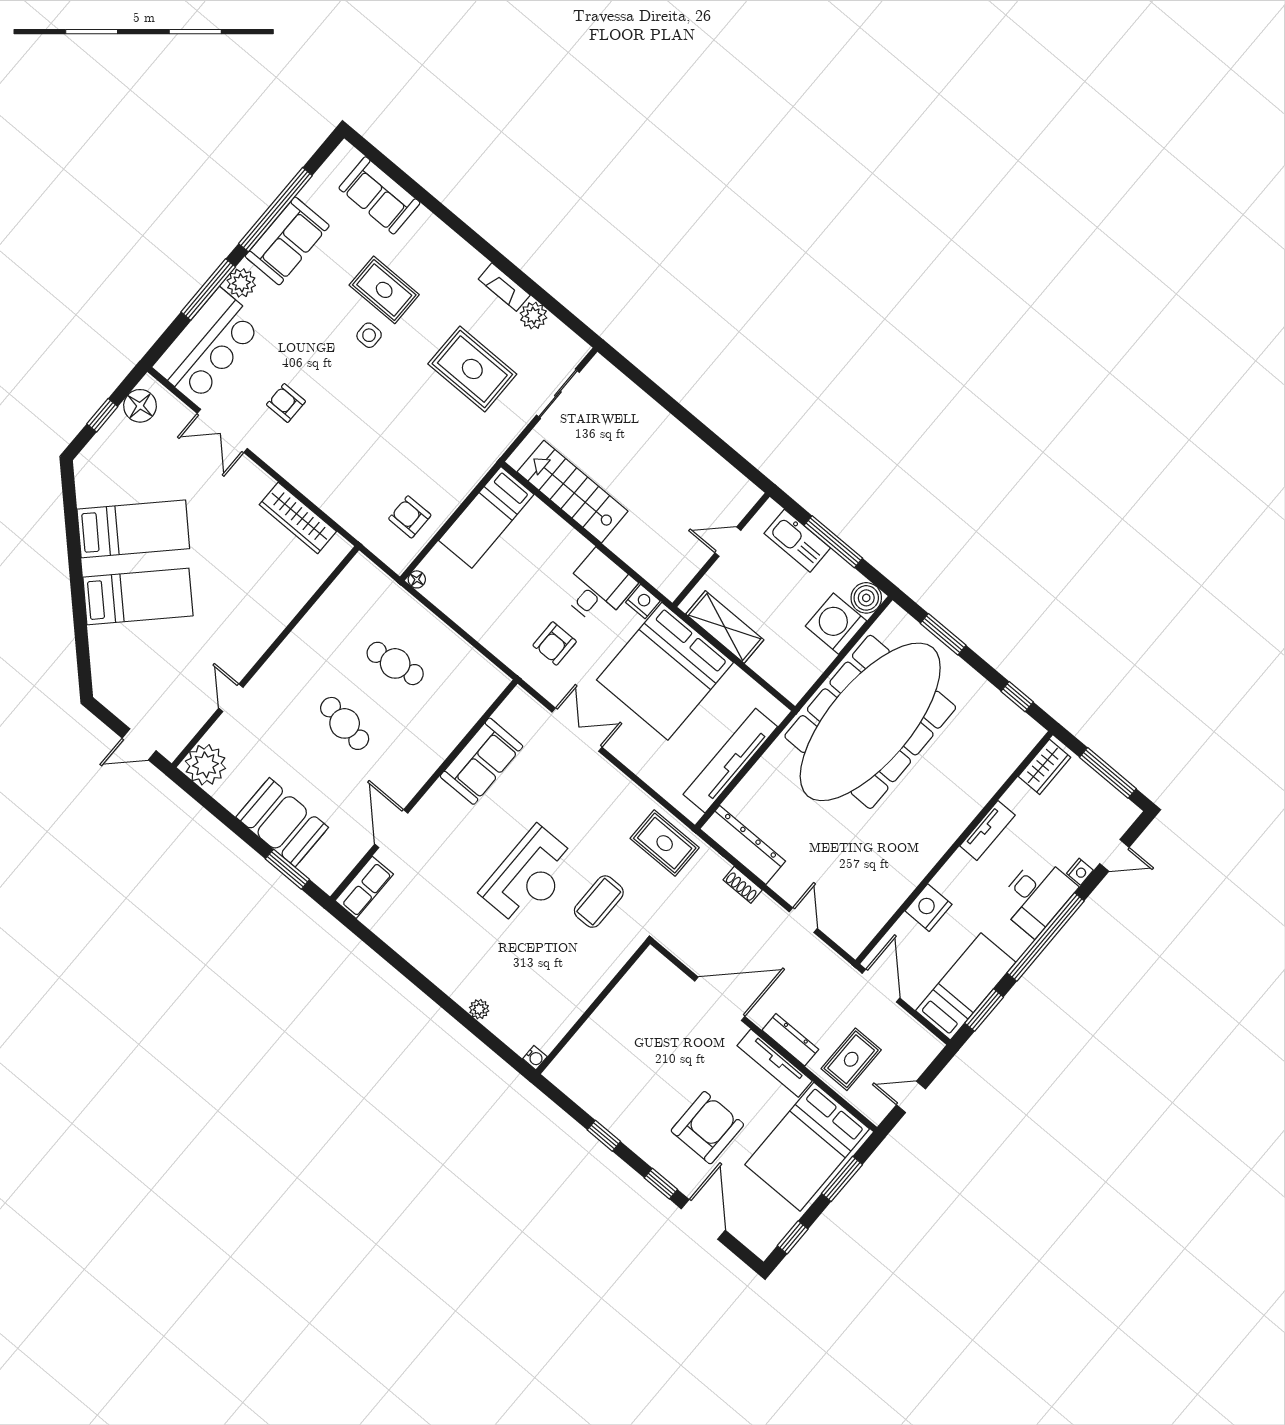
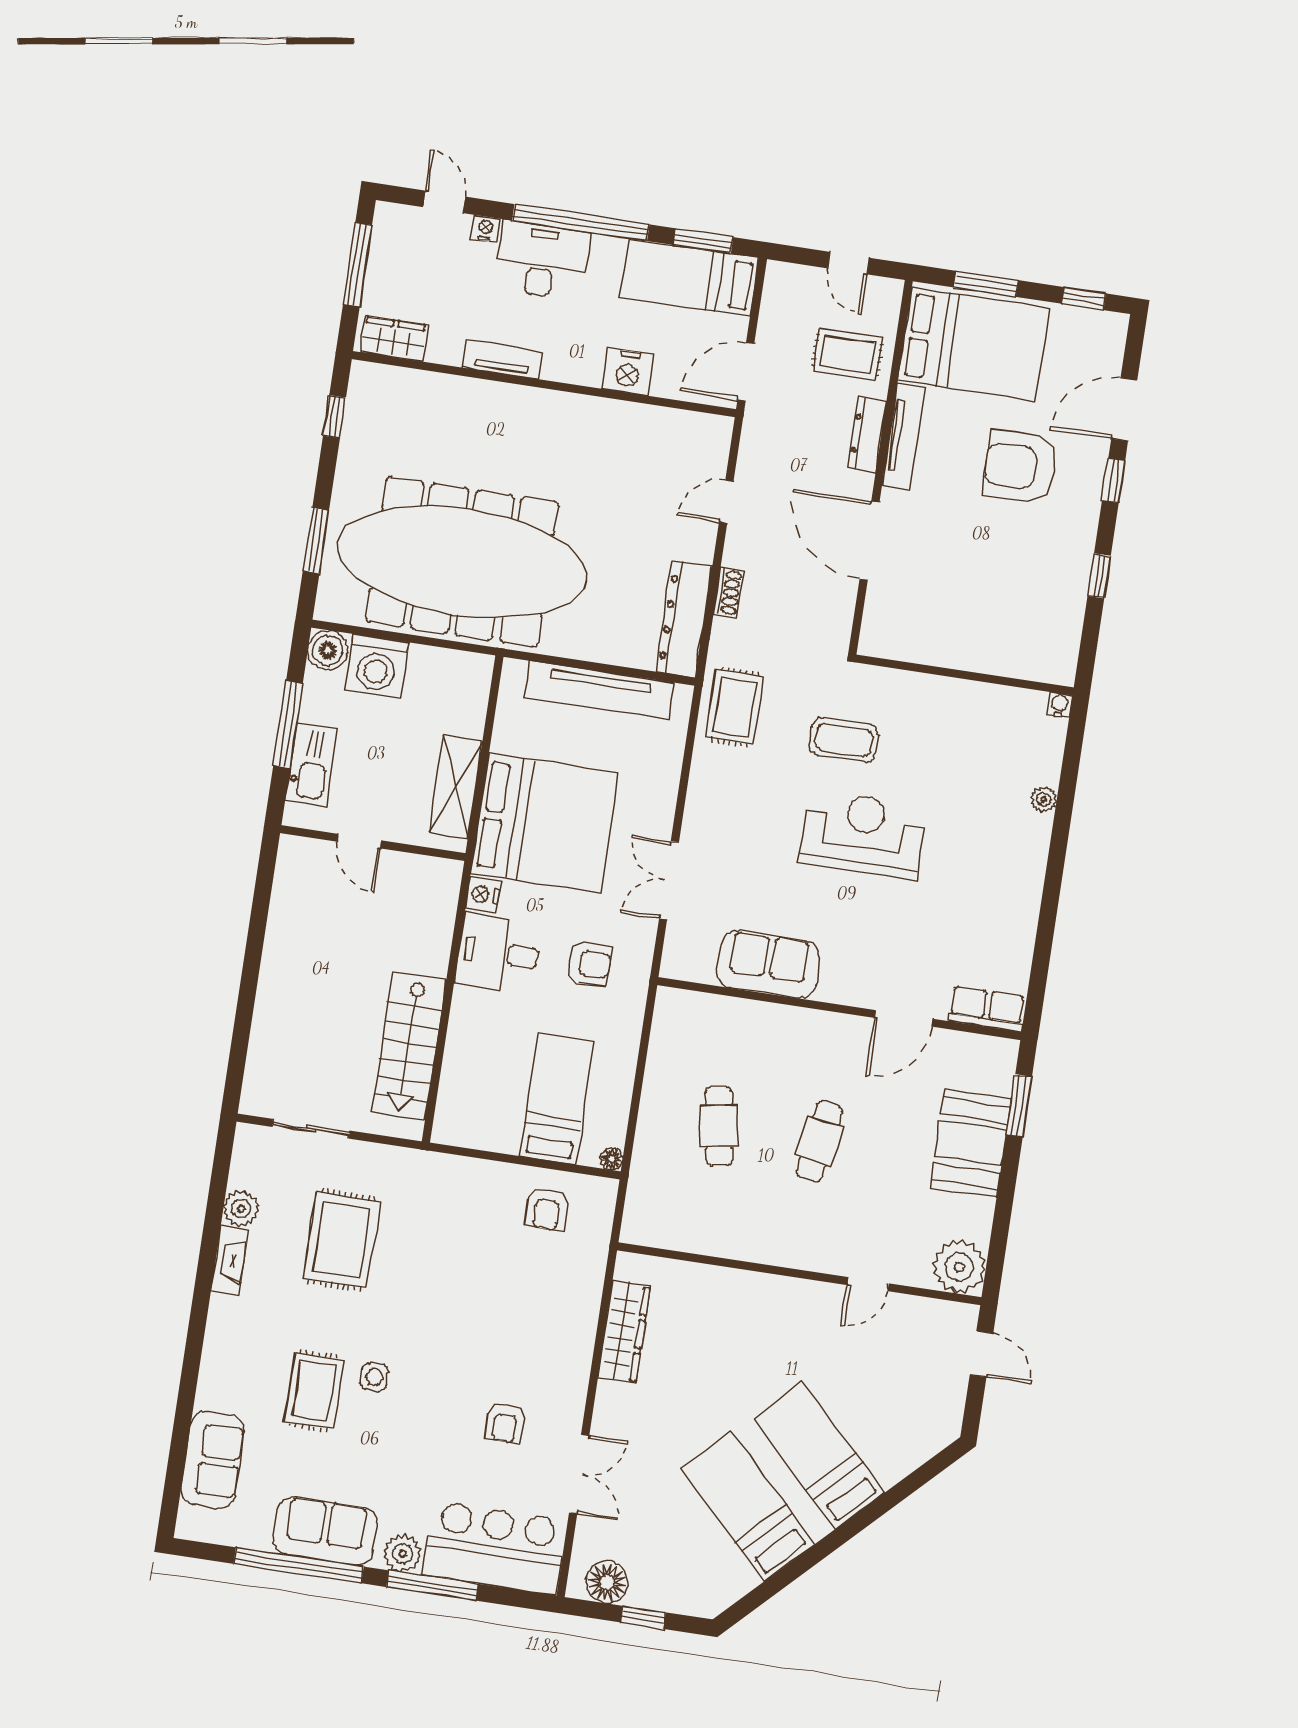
bed: (486, 517) -> (557, 1099), moved, turned -90

